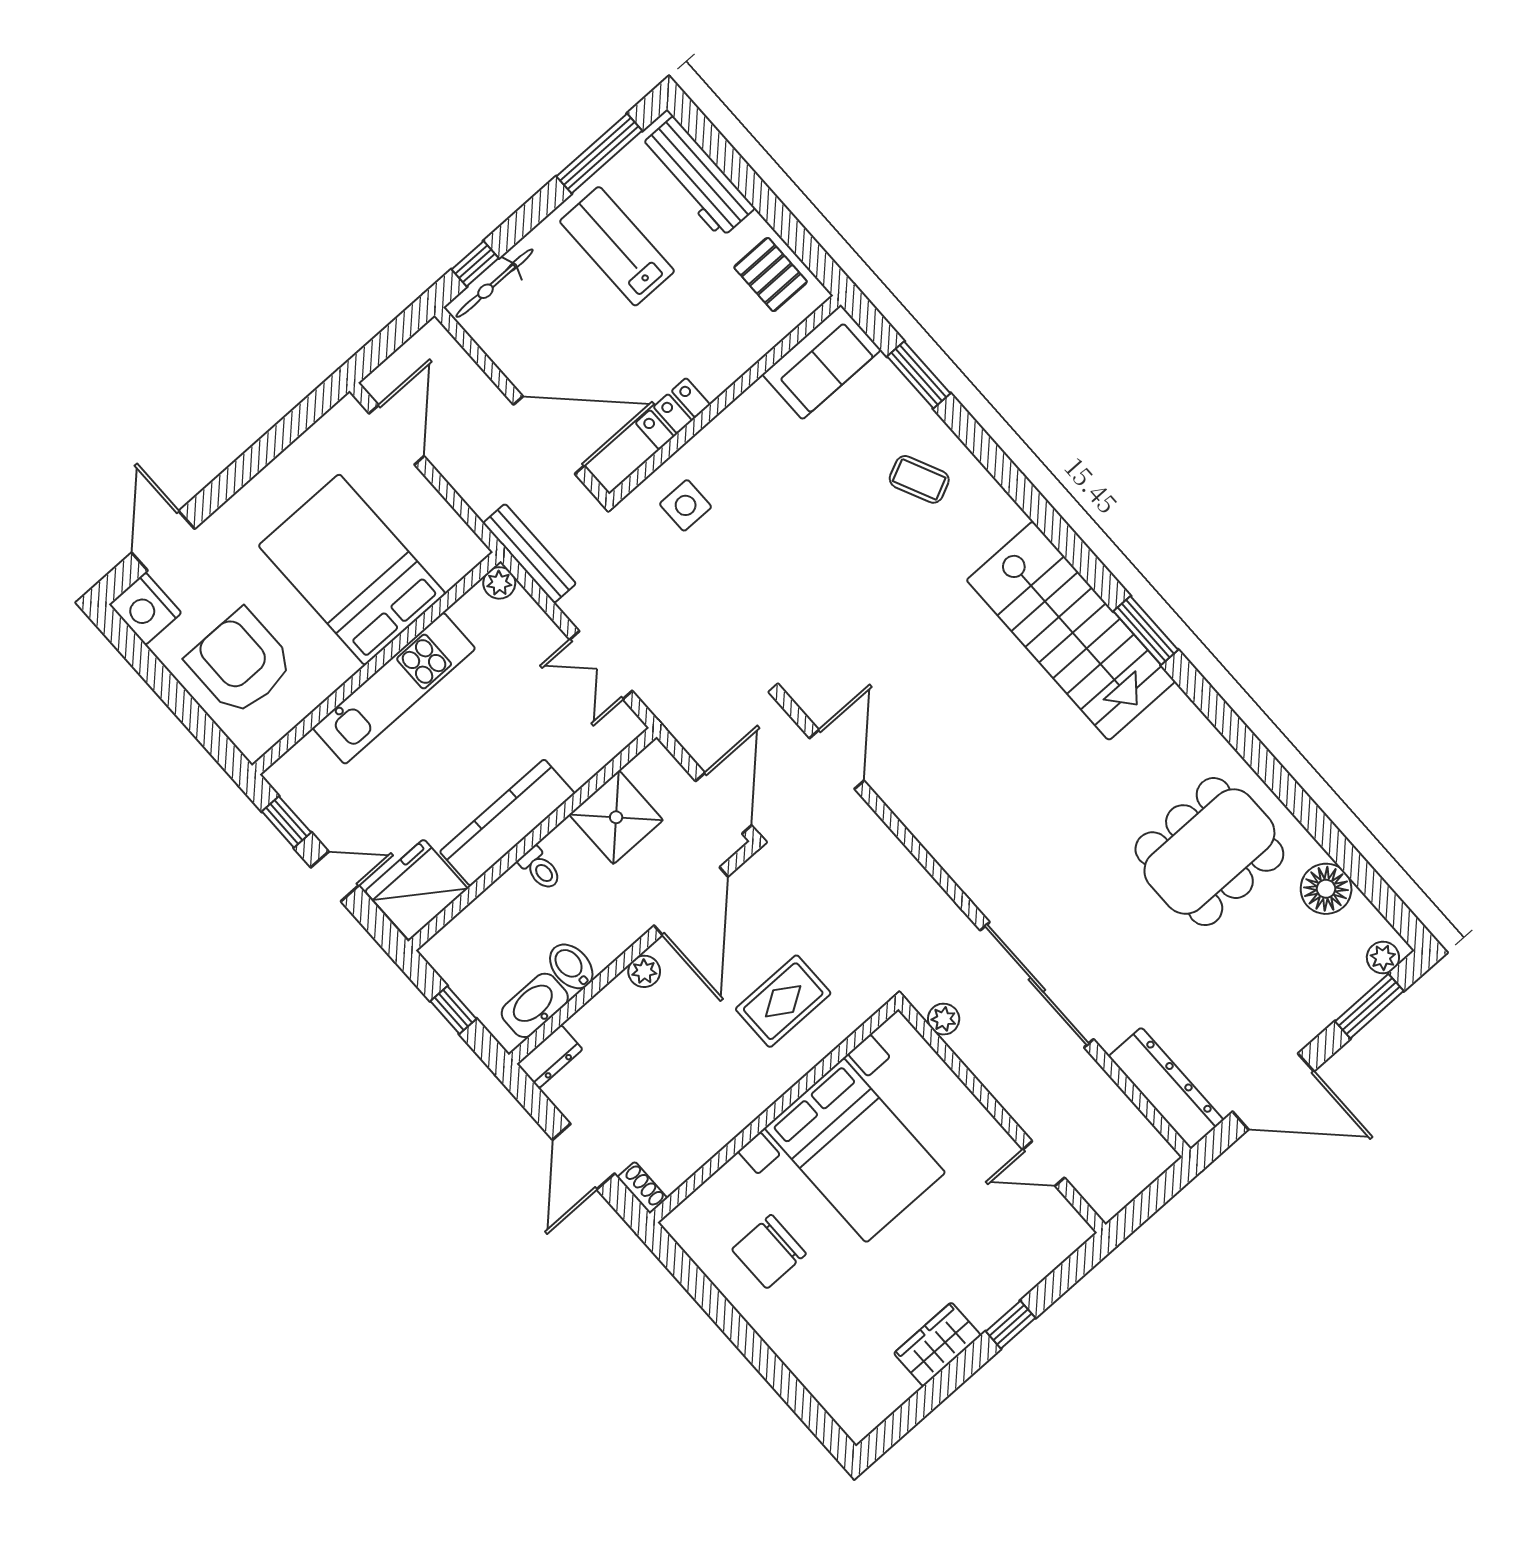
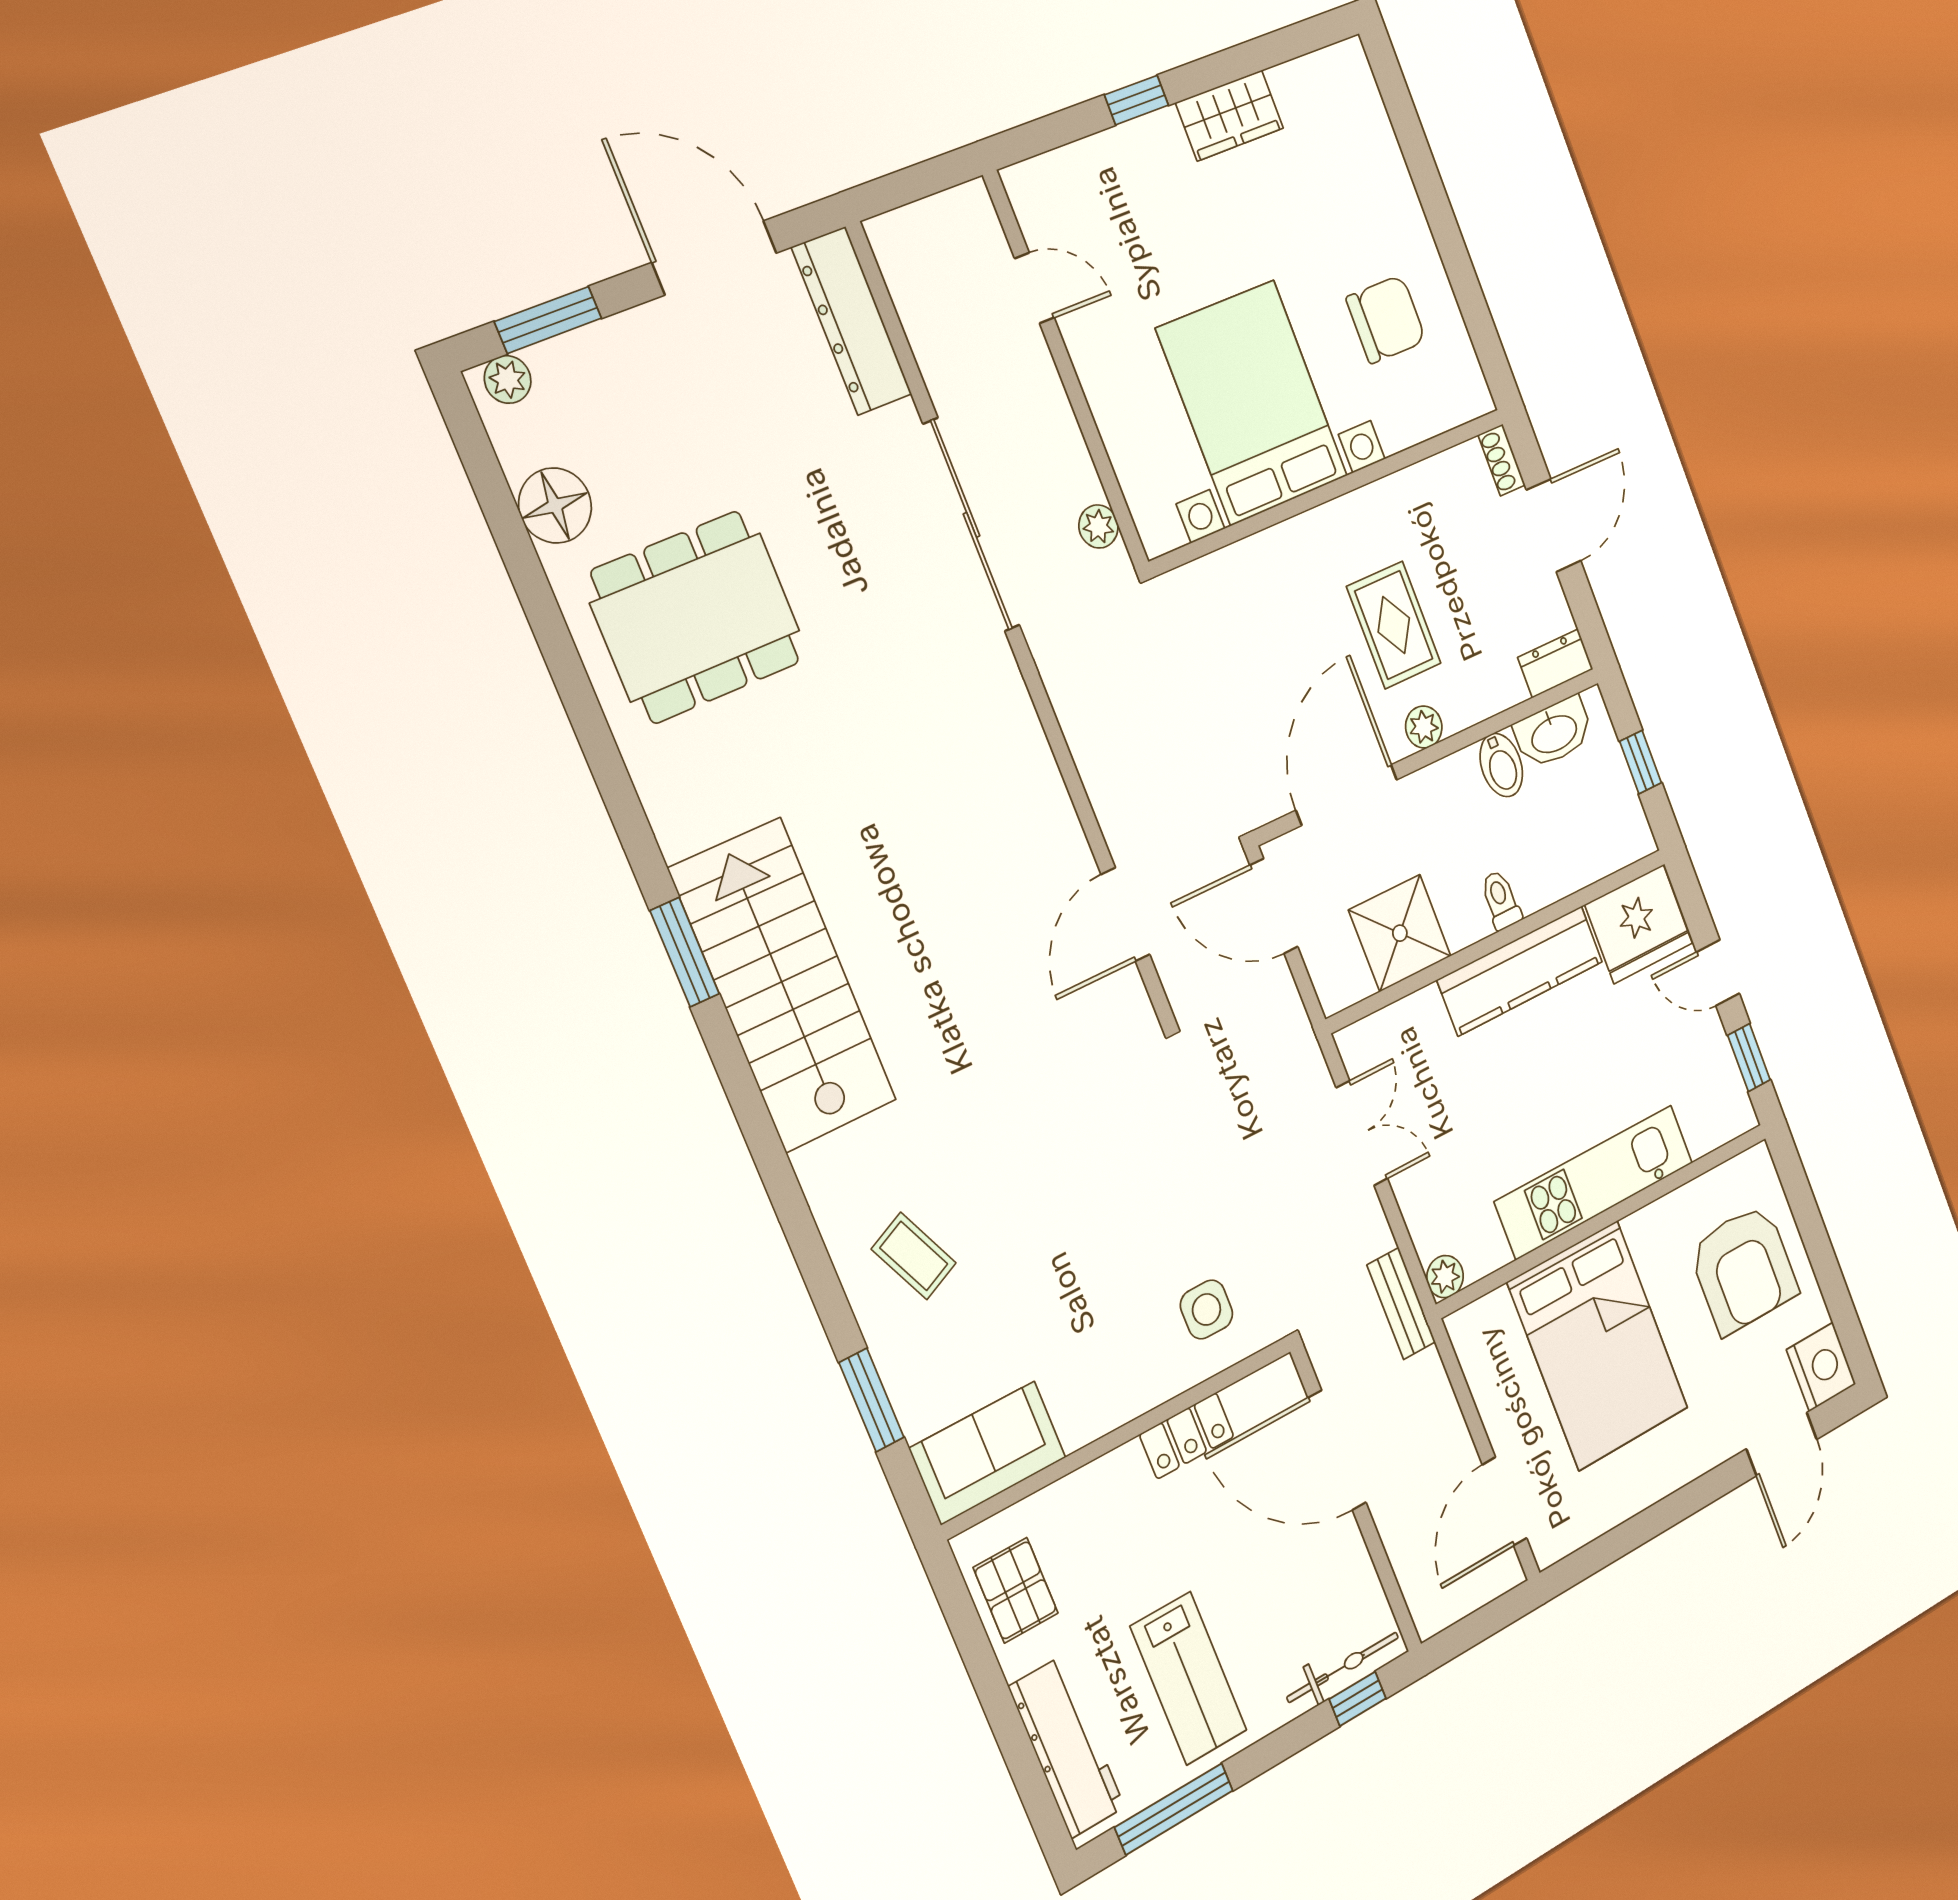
bench: (530, 553) -> (1401, 1304), width x0.73
door: (724, 803) -> (1274, 906), hinge flipped
rug: (783, 1001) -> (1394, 625), moved, turned 90

